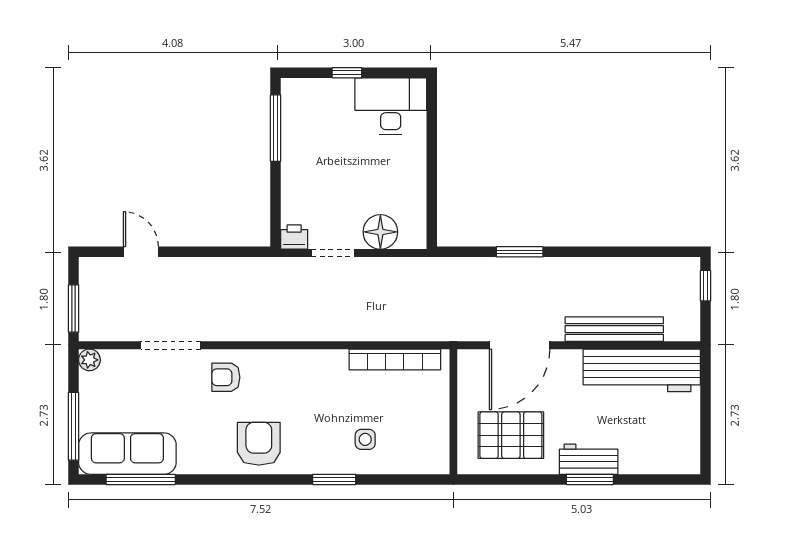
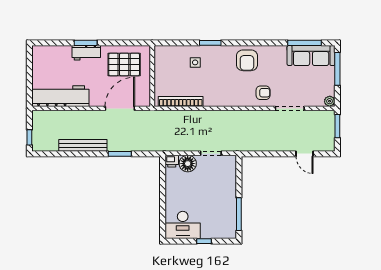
printer: (294, 237) -> (172, 161), moved
bench: (614, 329) -> (83, 145), moved

